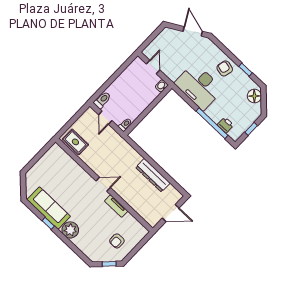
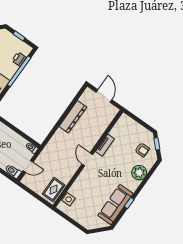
side table: (62, 157) -> (69, 199), added
plant: (70, 230) -> (139, 173), moved
armchair: (117, 241) -> (142, 150), moved

